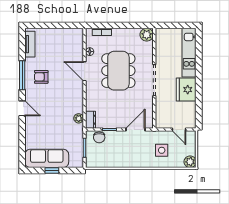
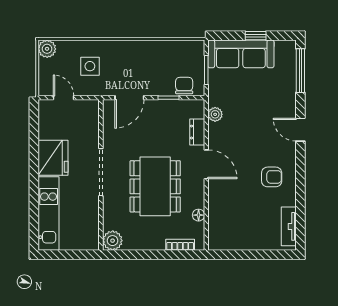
door: (85, 71) -> (206, 164), moved
window: (22, 75) -> (300, 71), moved
dresser: (91, 120) -> (197, 132), moved
sofa: (47, 158) -> (241, 54), moved

